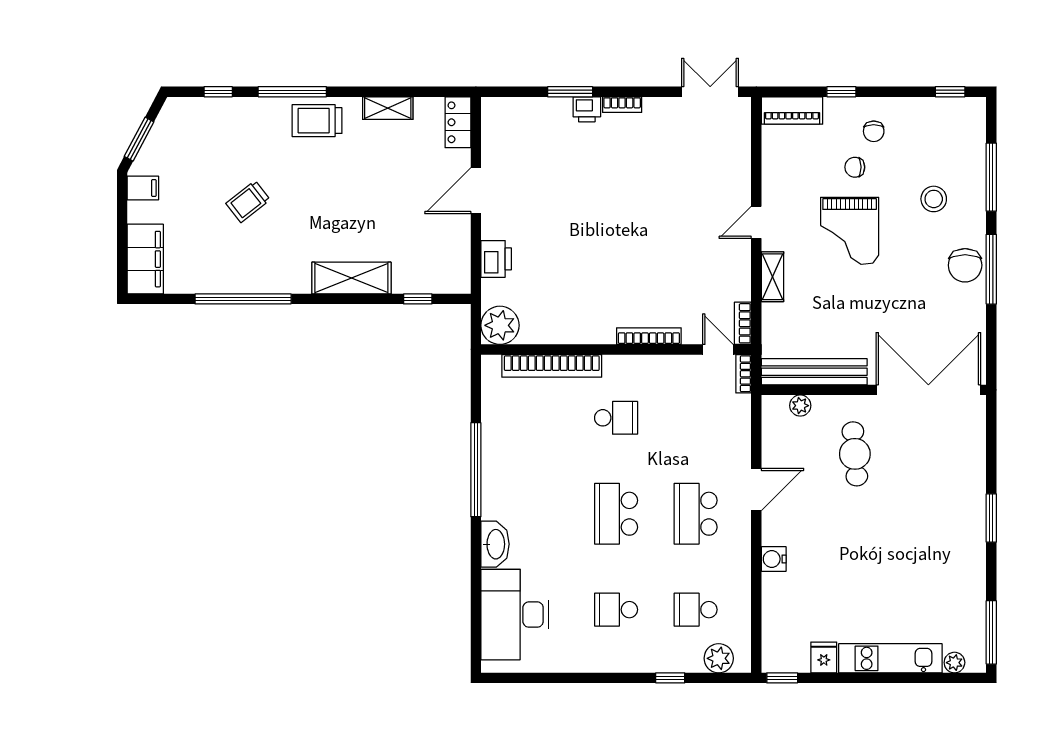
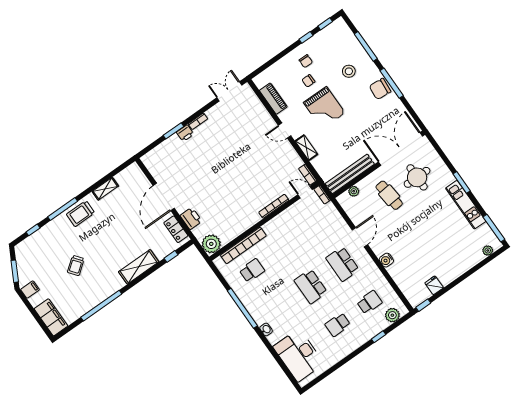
window: (841, 92) -> (306, 37), moved
piano: (792, 111) -> (273, 99), moved, turned -90
locker: (458, 122) -> (176, 229), moved
door: (476, 191) -> (164, 197), width x1.36
door: (756, 222) -> (285, 131), hinge flipped
chair: (965, 265) -> (380, 89), turned 95
school desk: (616, 418) -> (252, 270), moved
round table: (923, 457) -> (417, 177), added
washbasin: (495, 544) -> (266, 329), width x0.52, depth x0.69
school desk: (696, 610) -> (369, 302), turned 180
kitchen unit: (890, 658) -> (466, 205), moved, turned -90

